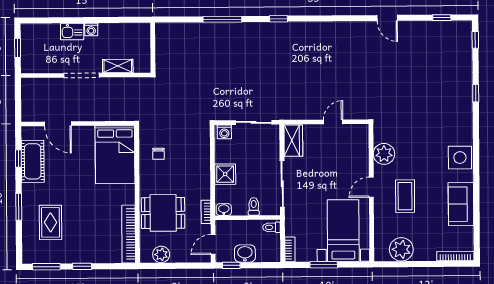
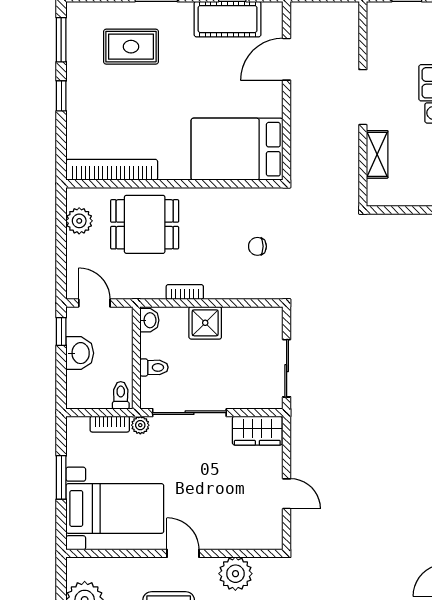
washing machine: (224, 132) -> (272, 322), removed
chair: (158, 154) -> (257, 246), moved
bookcase: (206, 212) -> (185, 292), moved
dining table: (163, 213) -> (145, 224), turned 90
plant: (290, 215) -> (140, 425), added
bookcase: (290, 249) -> (110, 424), moved

